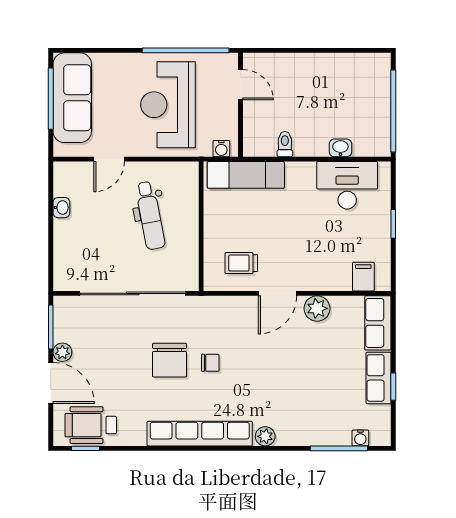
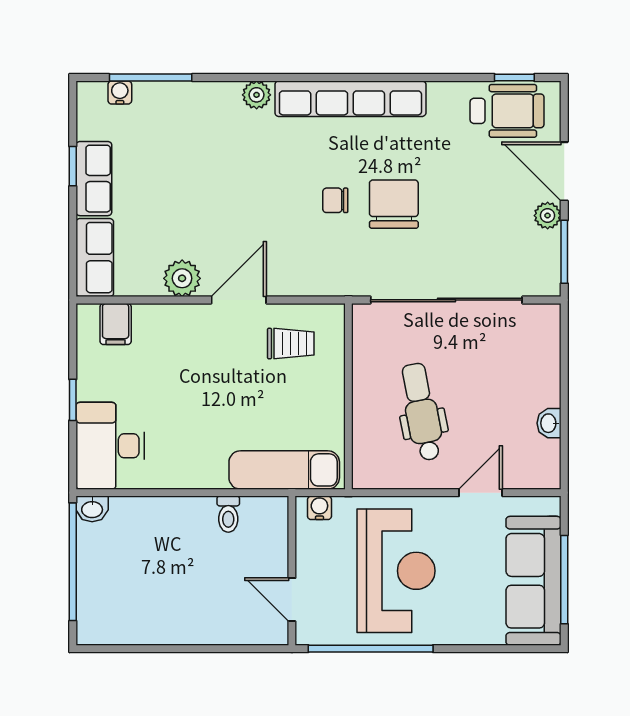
washbasin: (340, 148) -> (92, 509), moved
desk: (347, 185) -> (110, 446), moved, turned 90

